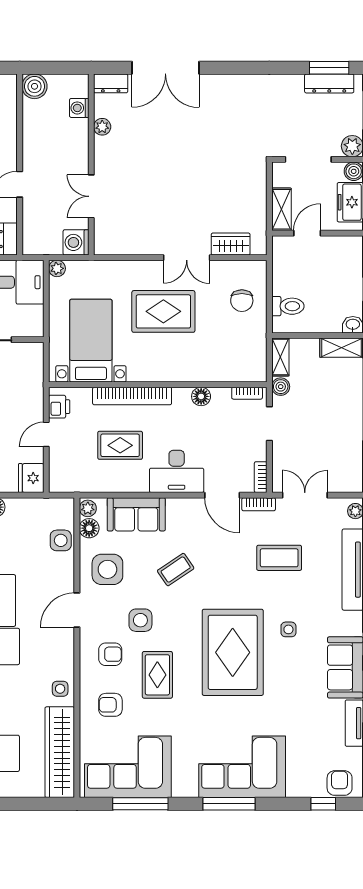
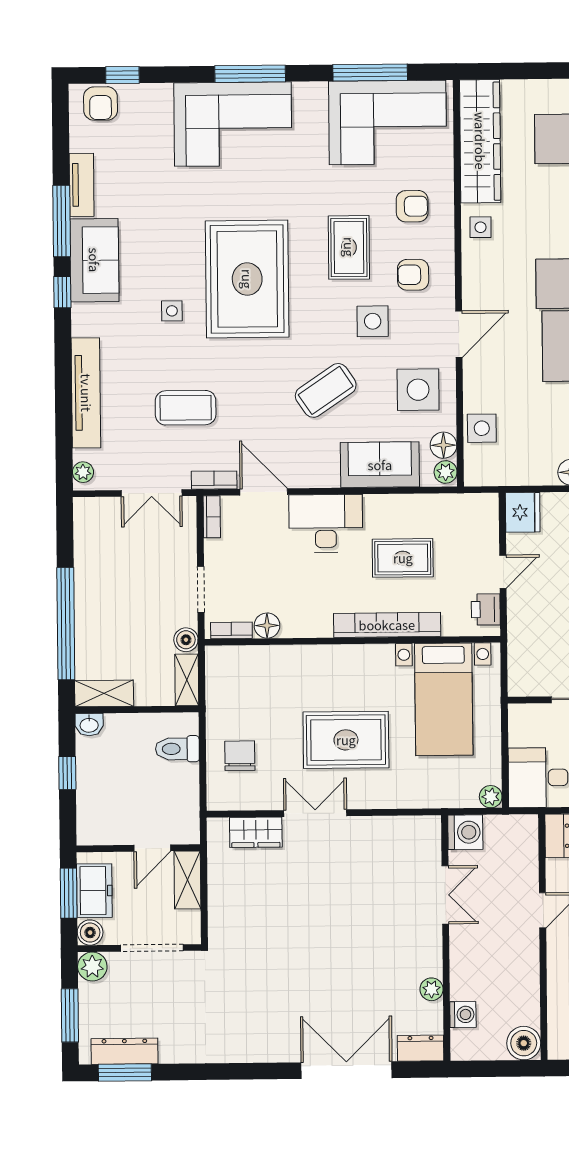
floor lamp: (201, 396) -> (267, 626), moved
coffee table: (176, 570) -> (326, 390), width x1.36, depth x1.30

